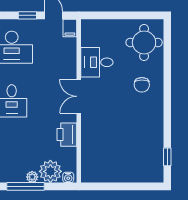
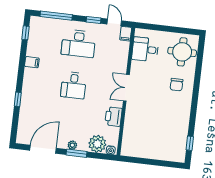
desk: (97, 62) -> (145, 49), moved
plant: (32, 177) -> (72, 145), moved
window: (25, 186) -> (77, 153), width x0.69

